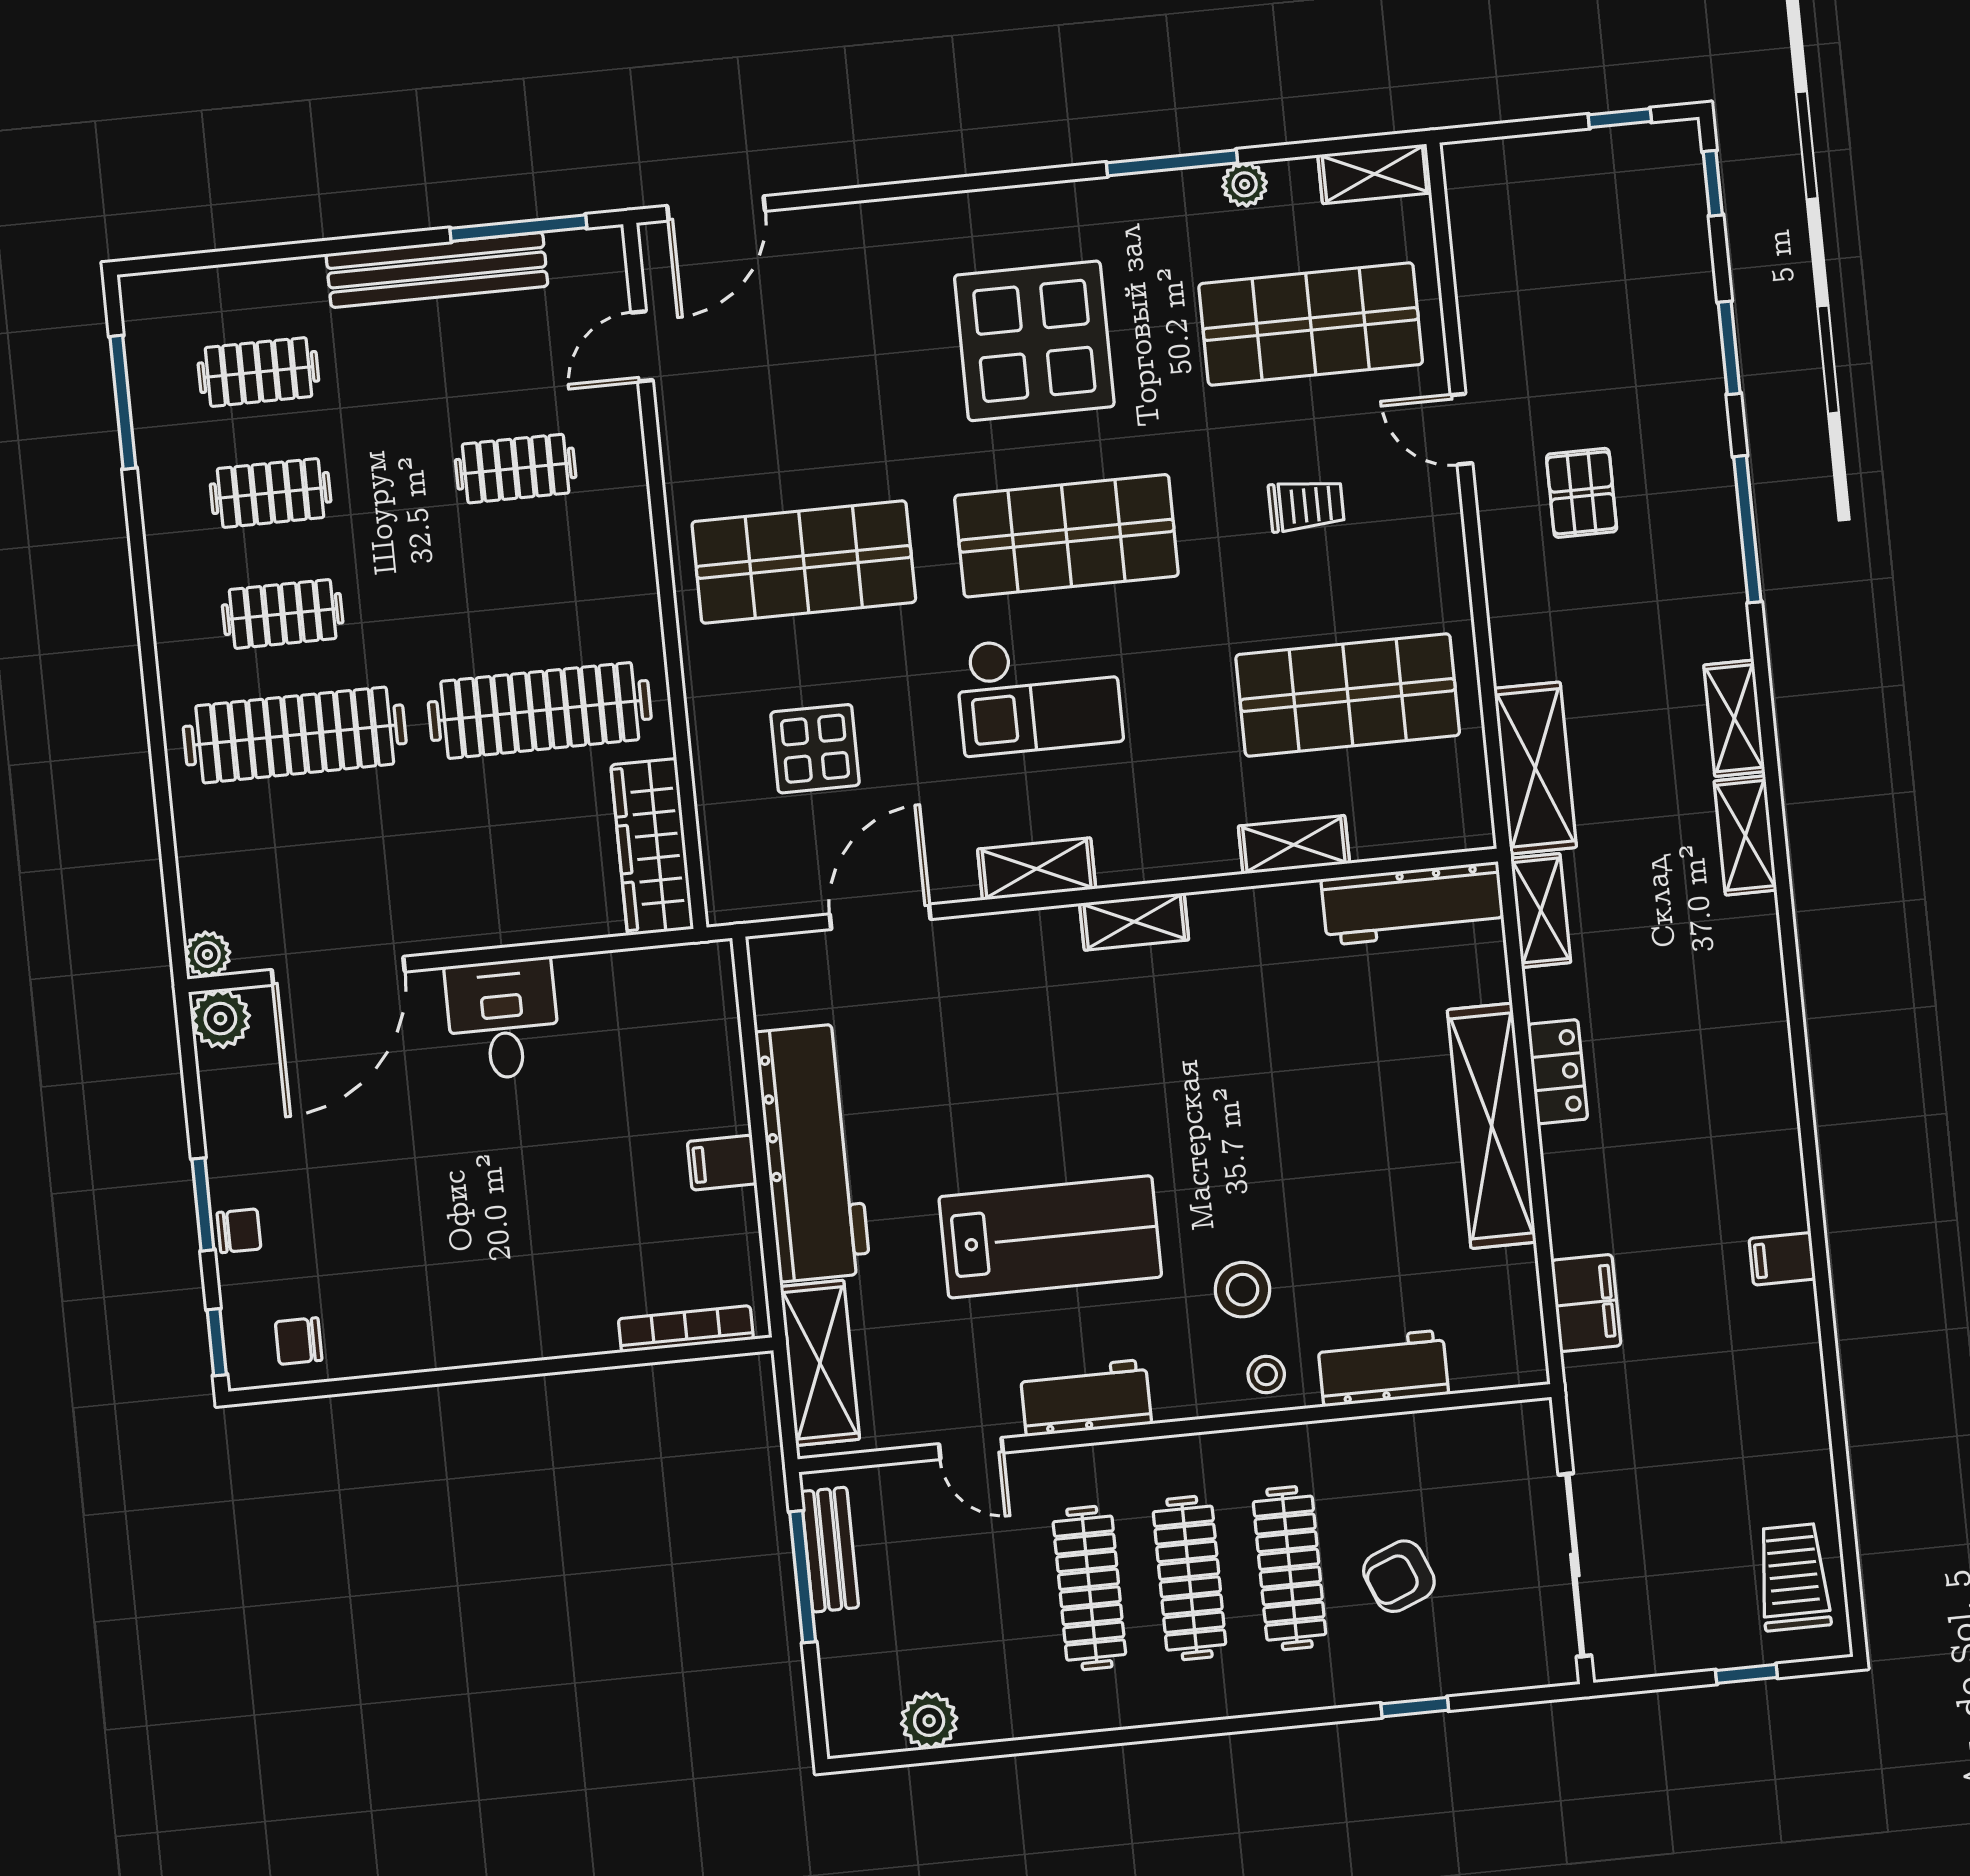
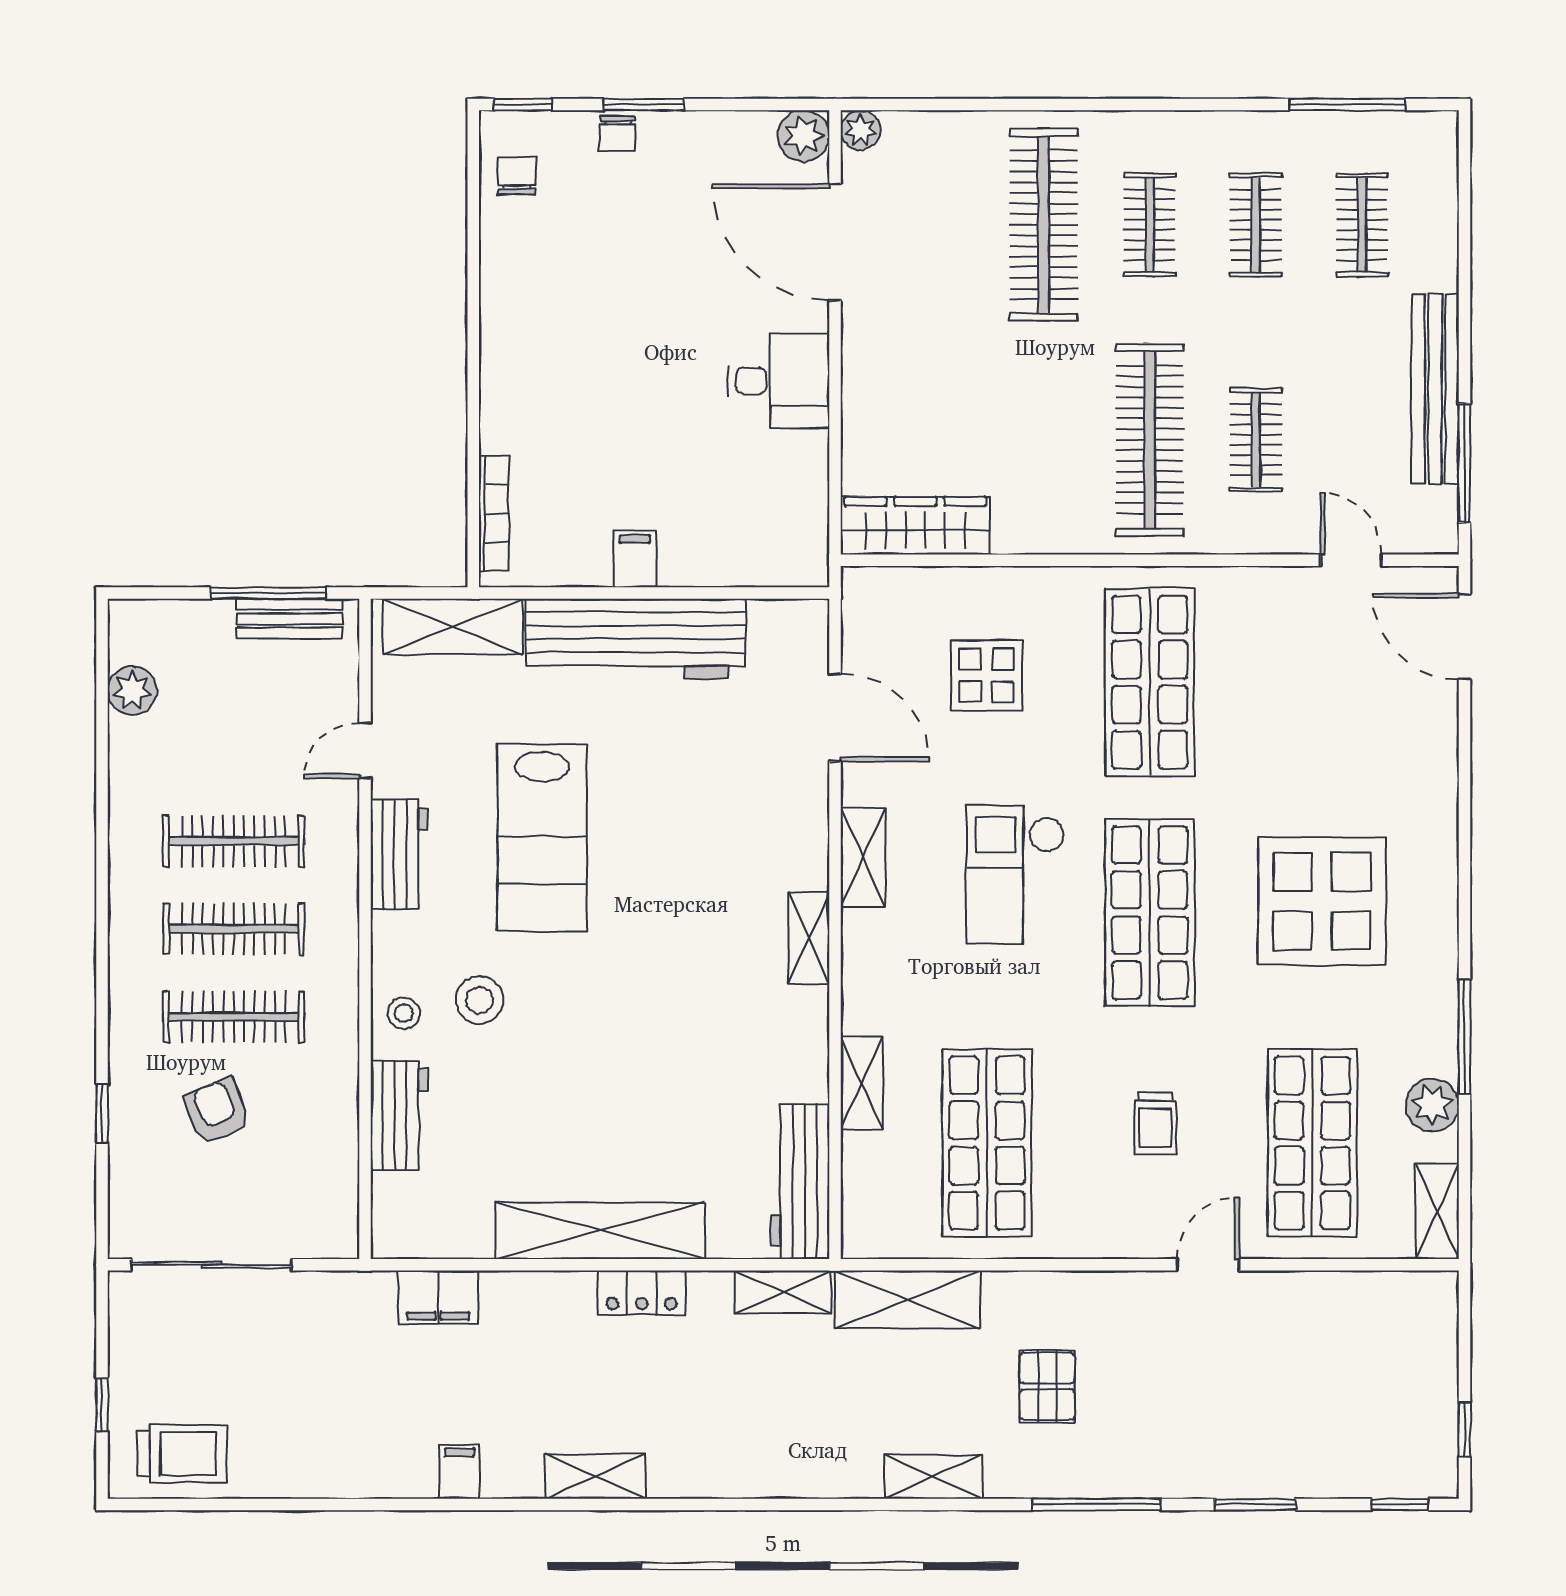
plant: (1245, 184) -> (1432, 1105), width x1.38, depth x1.38
pallet: (1582, 493) -> (1047, 1386), moved, turned 90
clothes rail: (540, 711) -> (1150, 440), moved
shelving: (1745, 835) -> (595, 1476), moved

